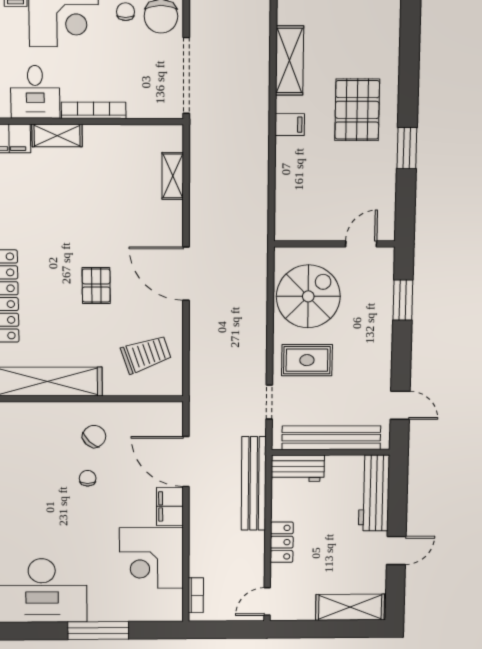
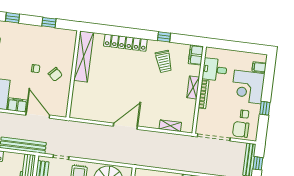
shelving: (57, 136) -> (193, 87), moved
pallet: (96, 285) -> (125, 85), removed
trolley: (146, 354) -> (164, 61), moved
door: (186, 461) -> (38, 115), hinge flipped

